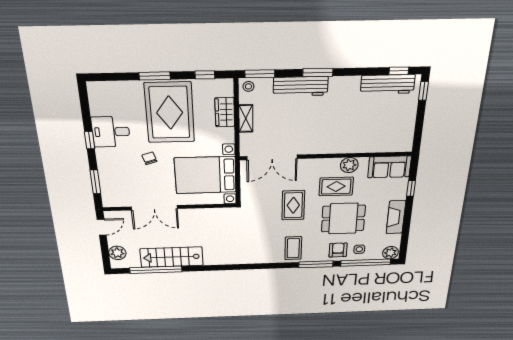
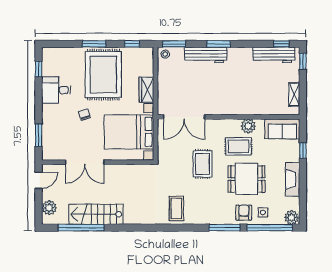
wardrobe: (225, 112) -> (146, 90), moved
shelving: (246, 119) -> (294, 94), moved
window: (90, 140) -> (39, 69), moved
coffee table: (293, 248) -> (176, 208), moved

